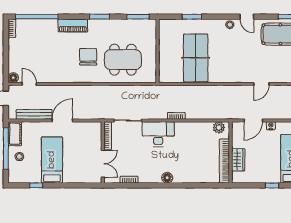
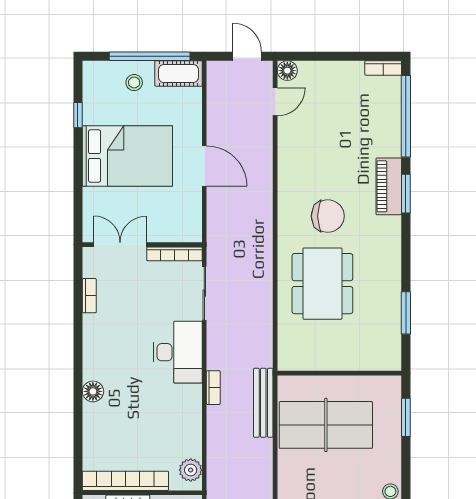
window: (100, 17) -> (406, 194), moved
wall: (158, 51) -> (339, 373), moved
bench: (34, 114) -> (263, 403), moved
bed: (52, 160) -> (127, 156), width x1.50
double door: (103, 164) -> (120, 245), swing flipped
floor lamp: (167, 178) -> (93, 391), moved

